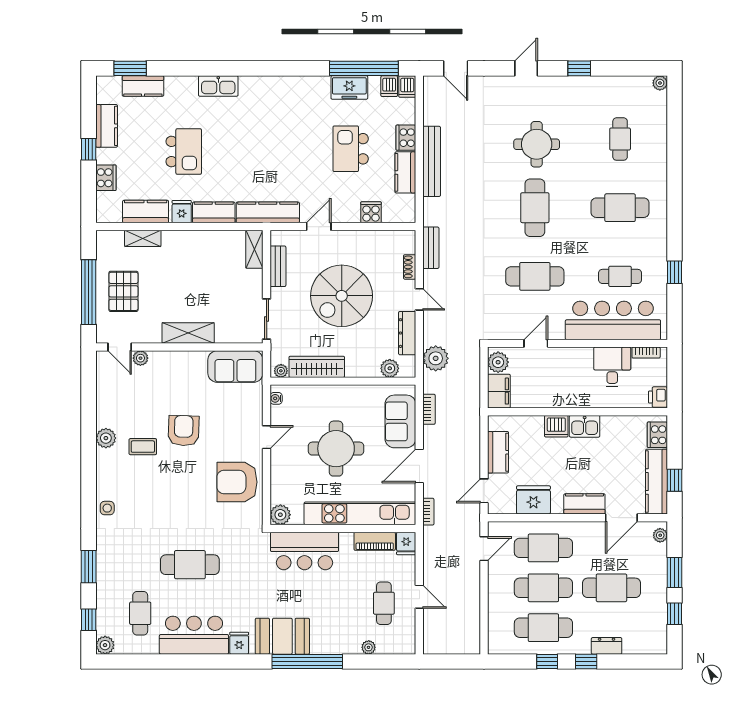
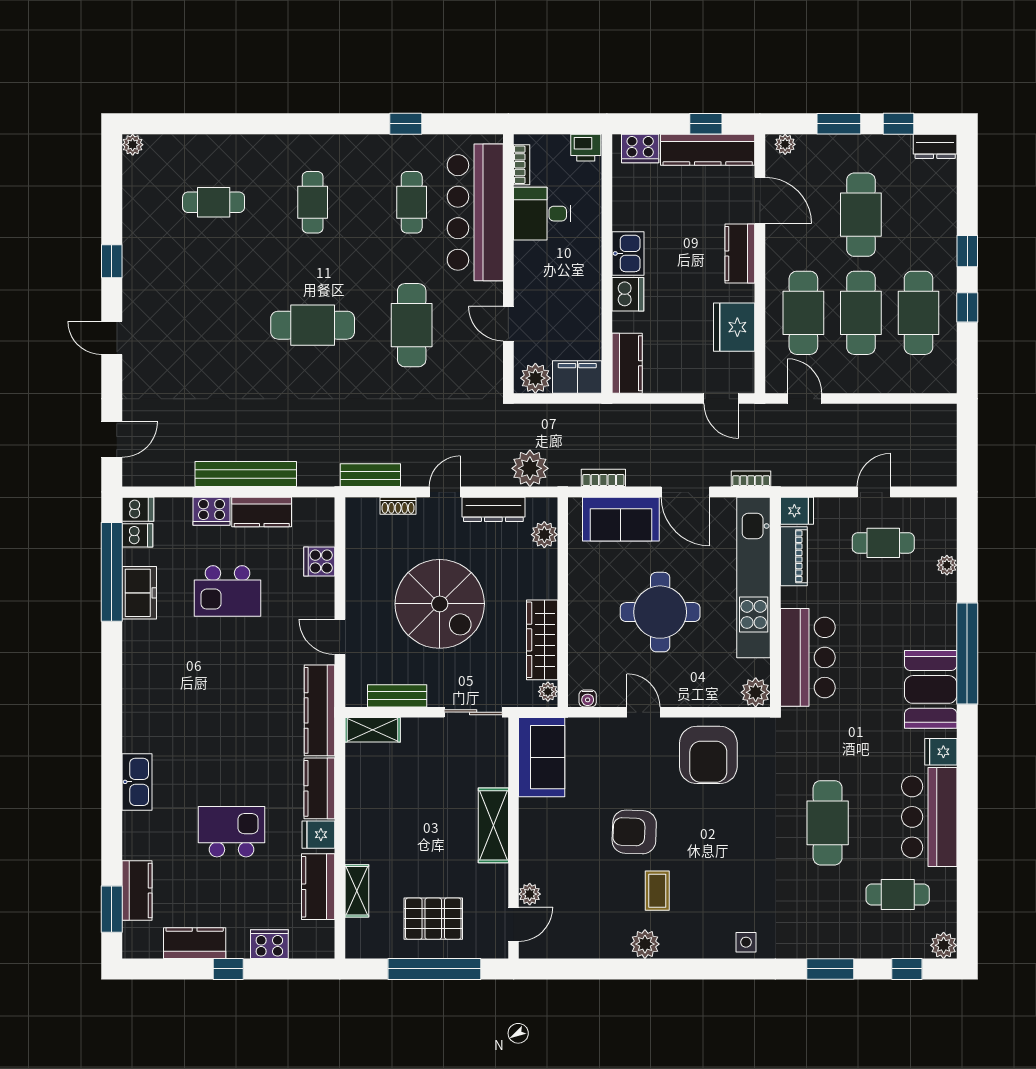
round table: (537, 144) -> (221, 323), removed
cafe table: (620, 208) -> (313, 202), width x0.73, depth x0.74
kitchen counter: (498, 452) -> (627, 363), moved, turned 90
dresser: (607, 646) -> (935, 146), moved, turned -90

